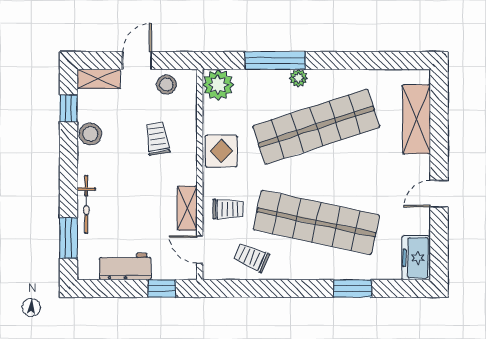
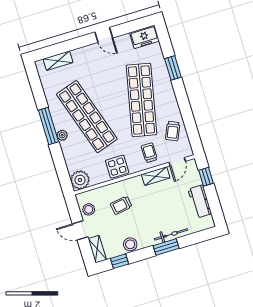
window: (275, 60) -> (48, 126), moved
shelving: (416, 119) -> (58, 61), width x0.67, depth x0.75
window: (68, 238) -> (166, 247), moved

